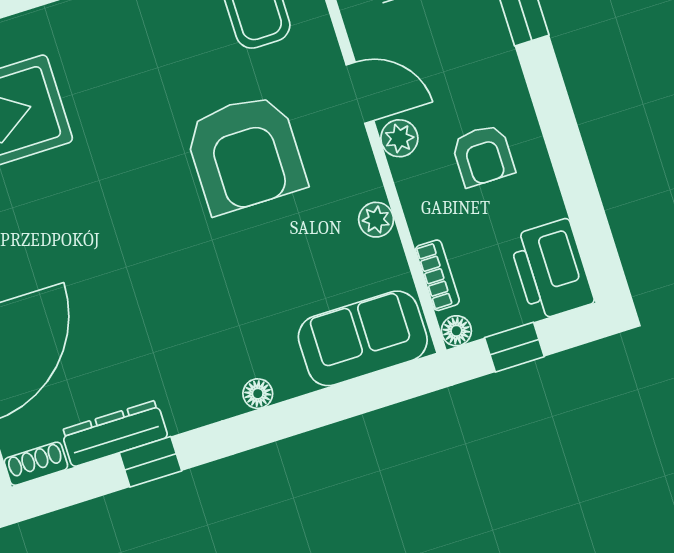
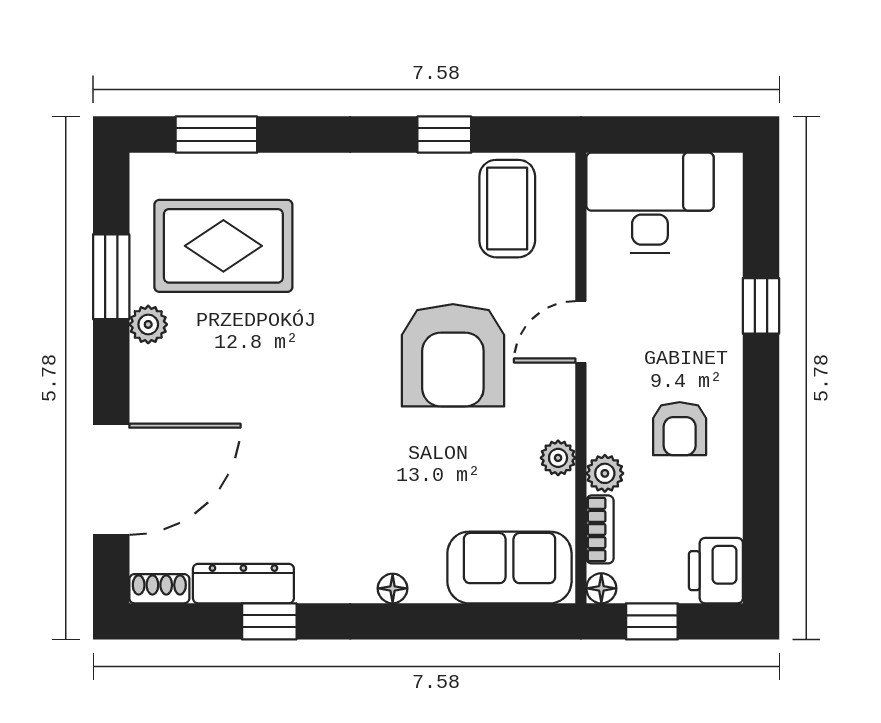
door: (360, 93) -> (581, 332), swing flipped
plant: (399, 138) -> (605, 473), moved
printer: (551, 270) -> (716, 571), width x0.73, depth x0.84

